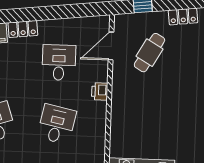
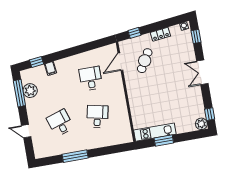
locker: (23, 29) -> (64, 63), removed
printer: (100, 91) -> (119, 91), removed

